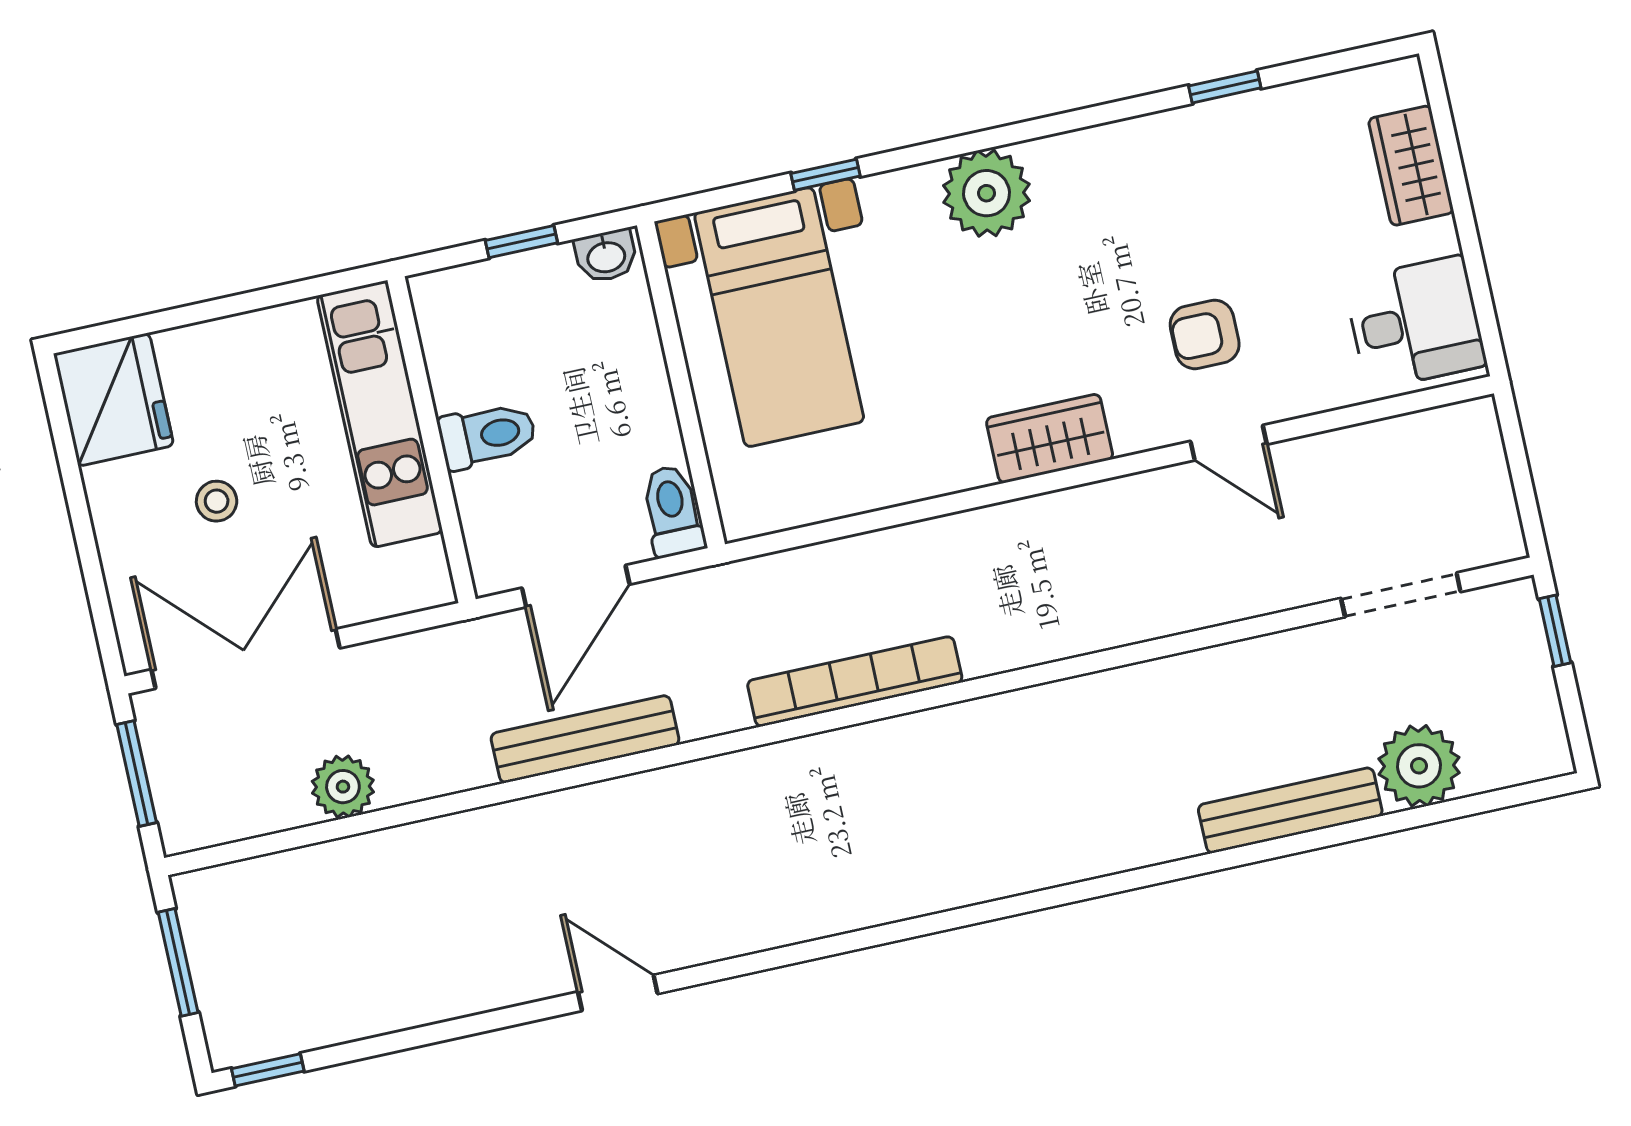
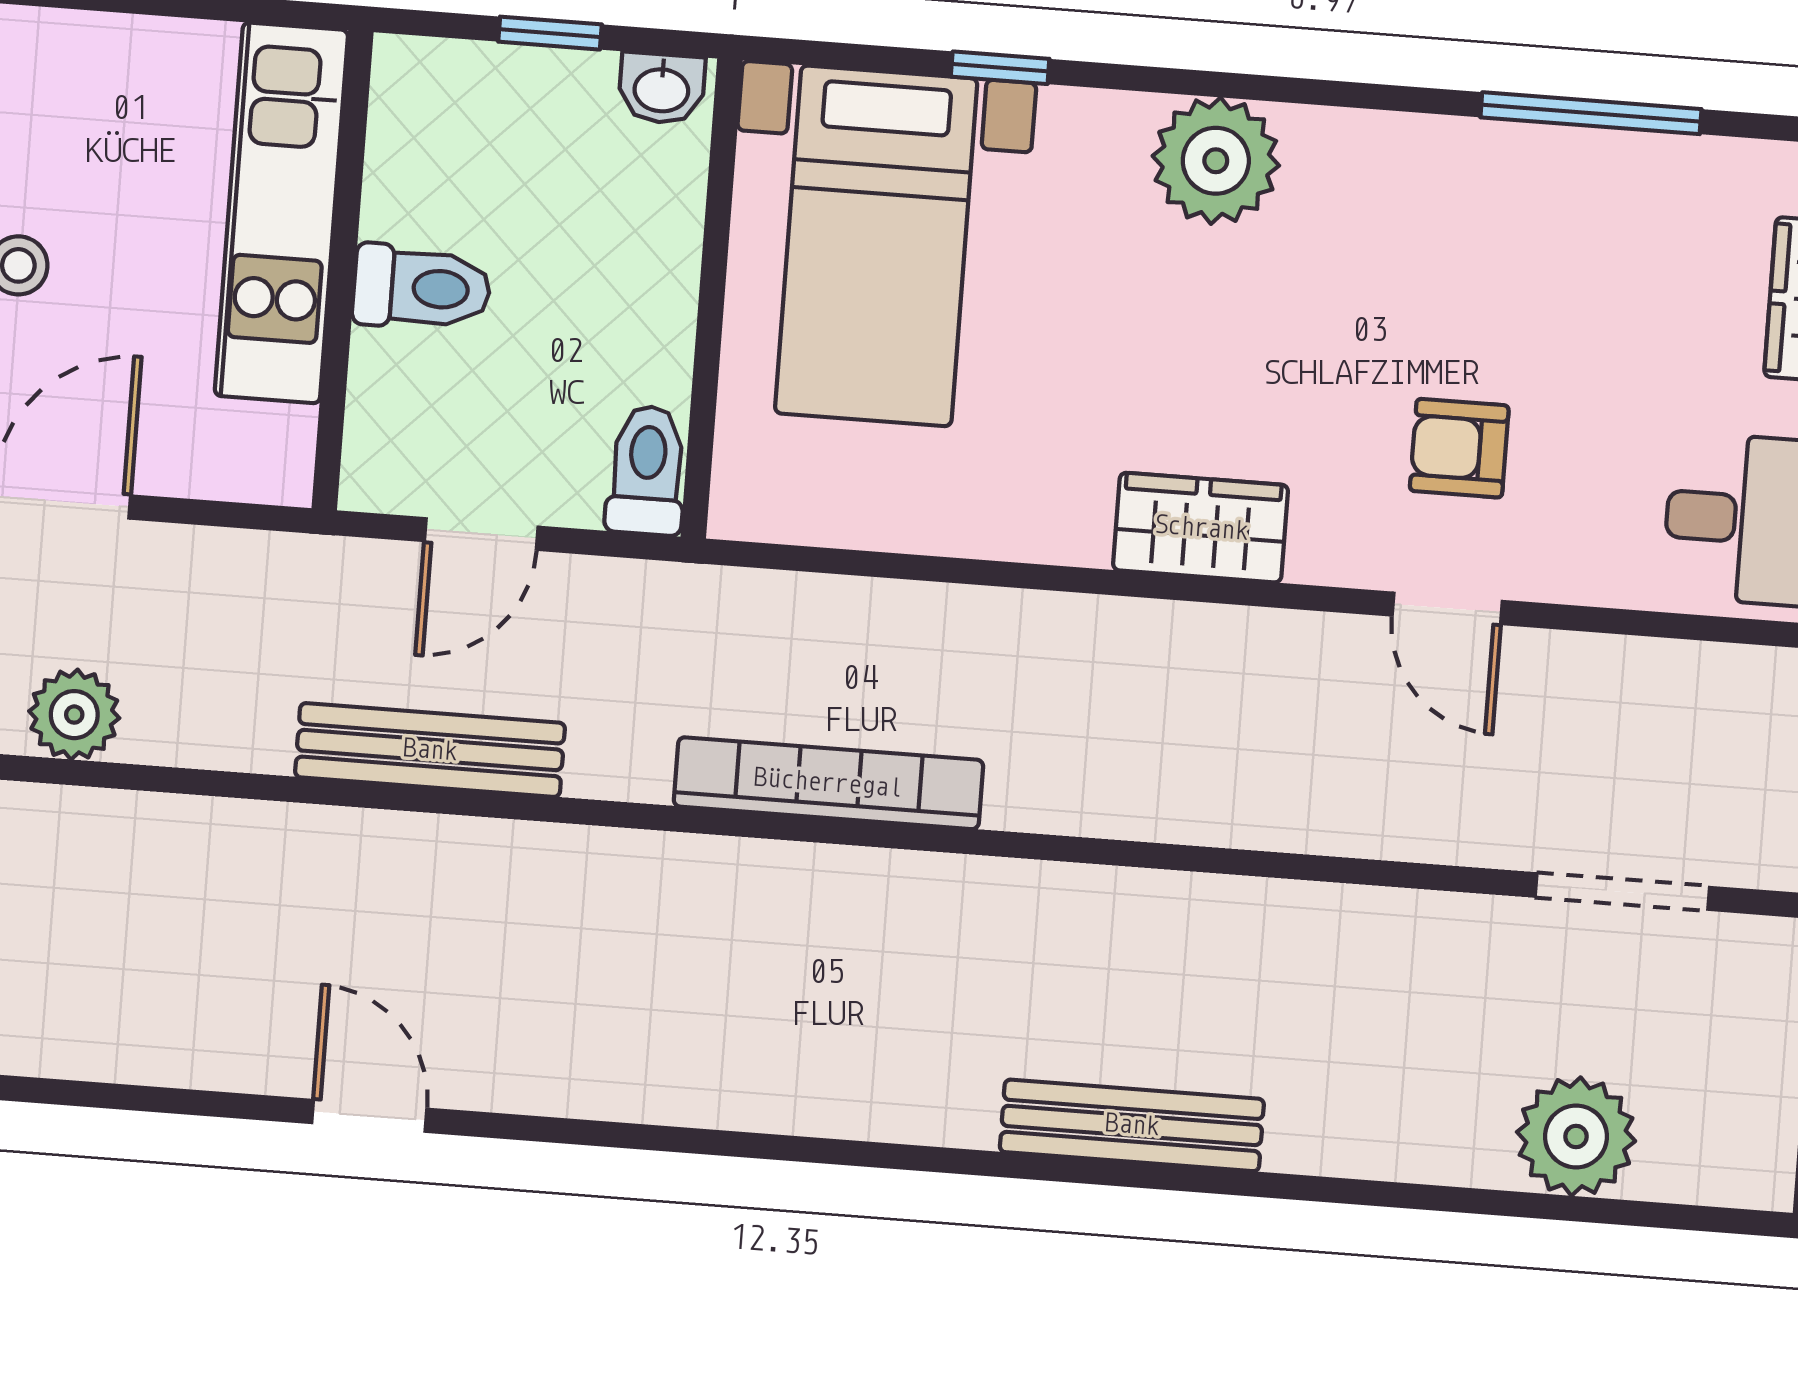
window: (1225, 87) -> (1591, 113), width x2.17
door: (576, 586) -> (481, 534), width x0.73
bench: (1290, 810) -> (1132, 1125), moved

